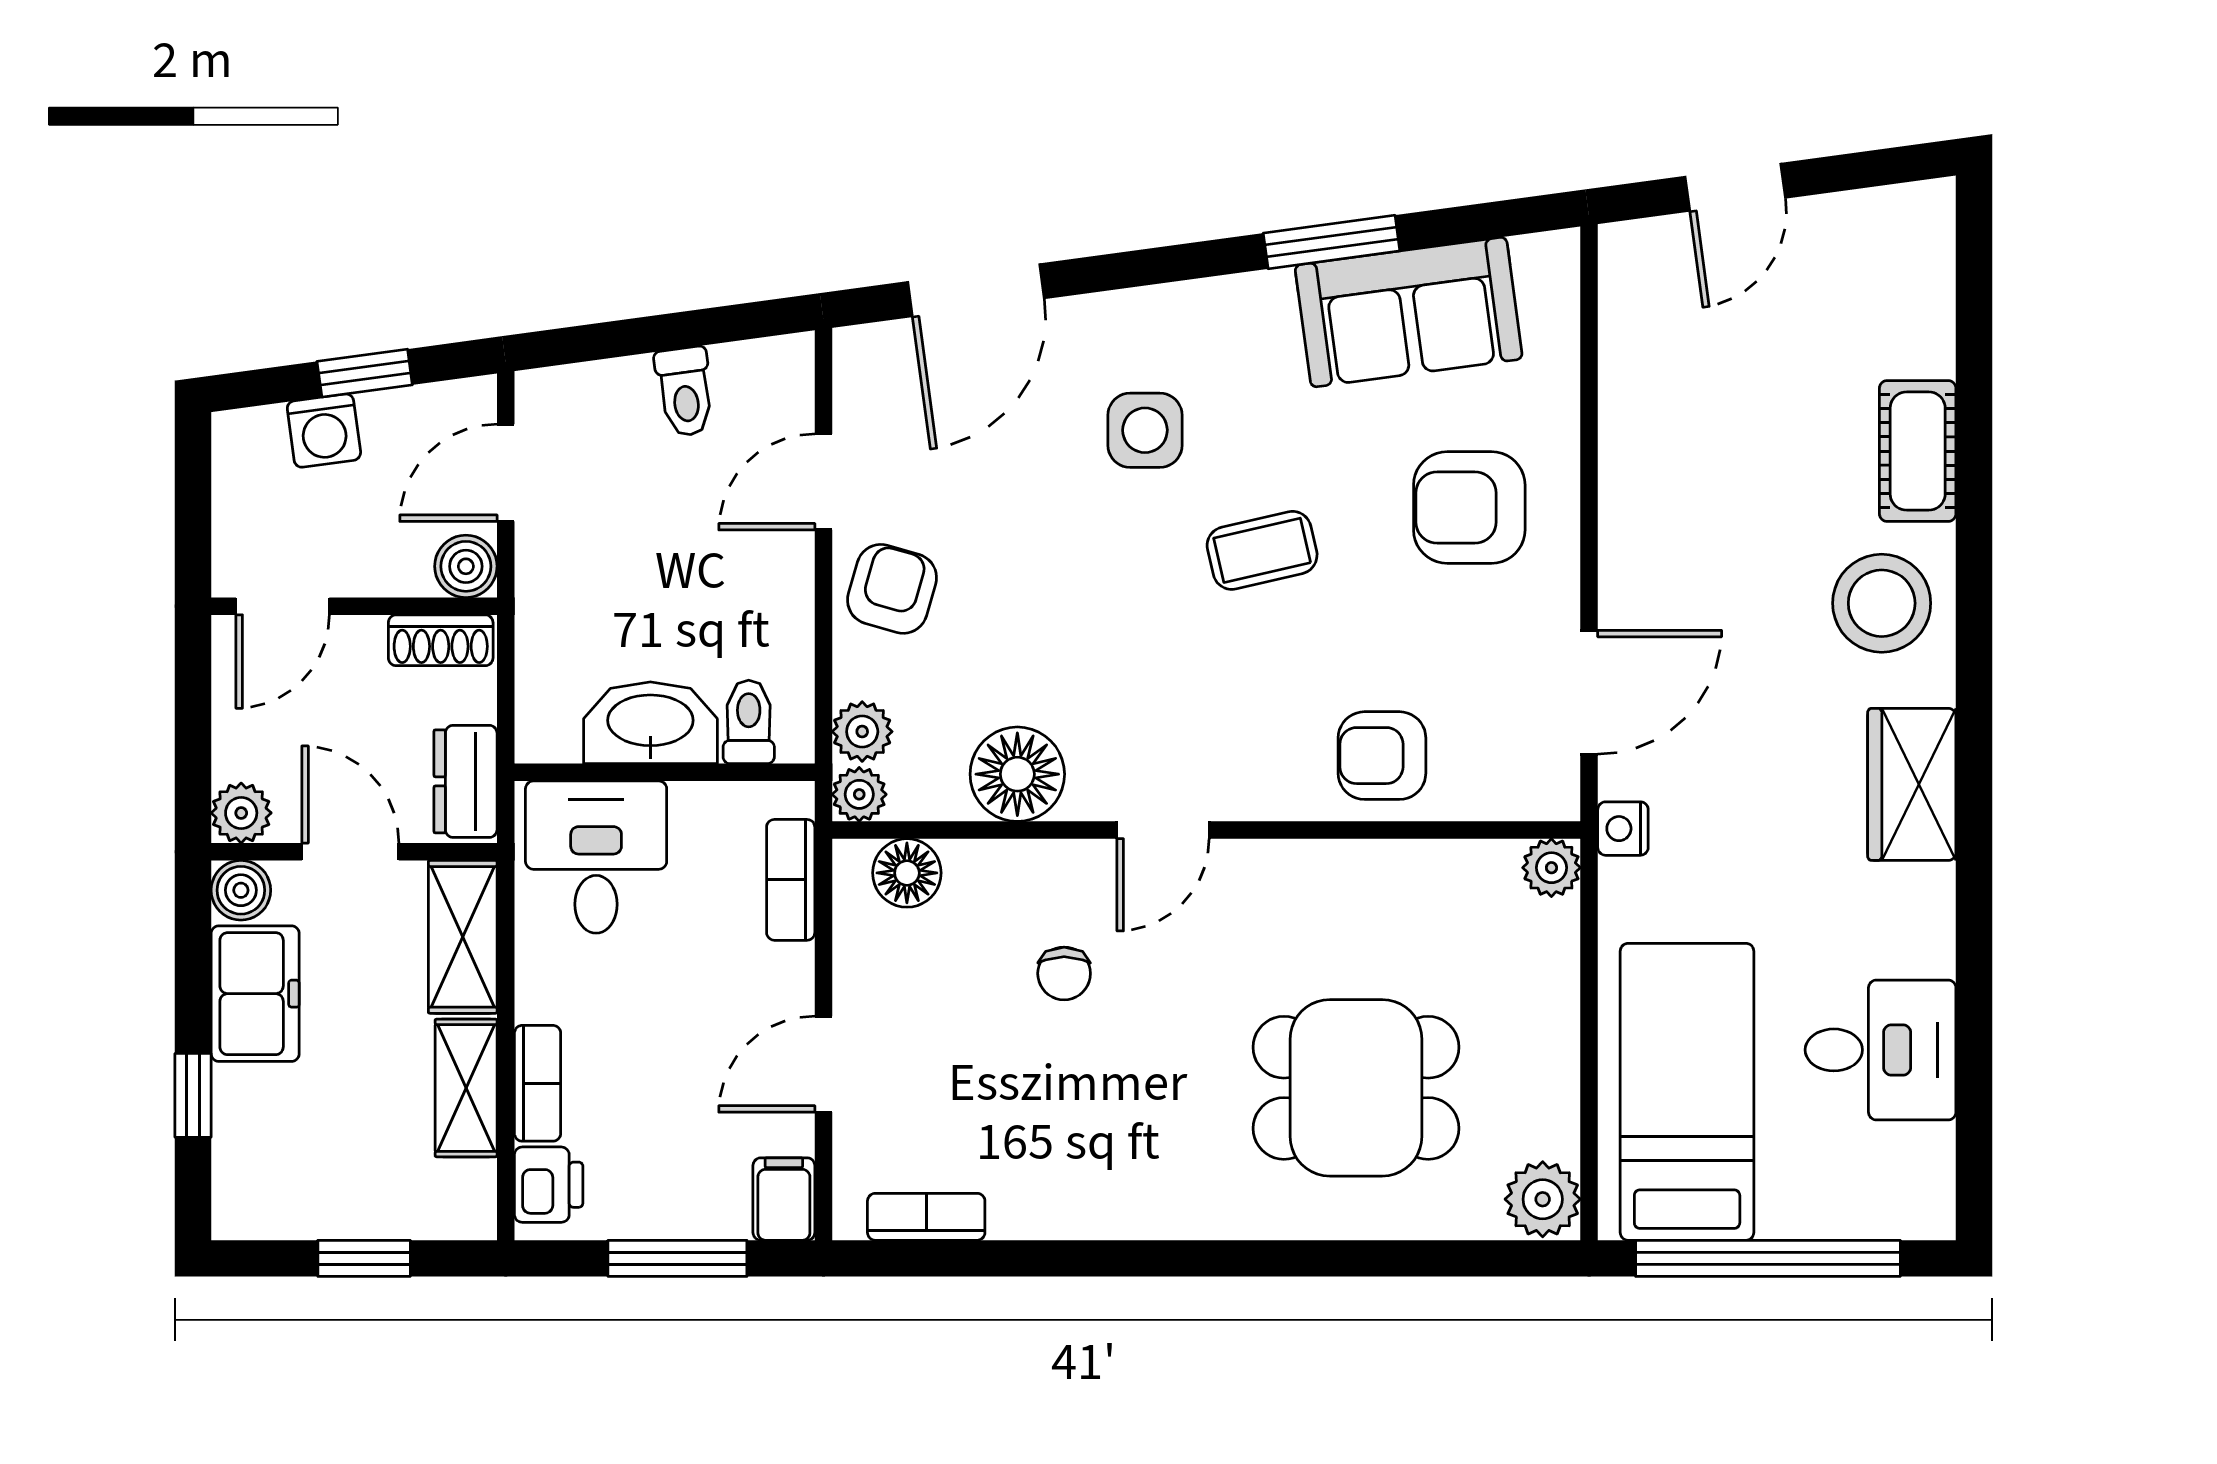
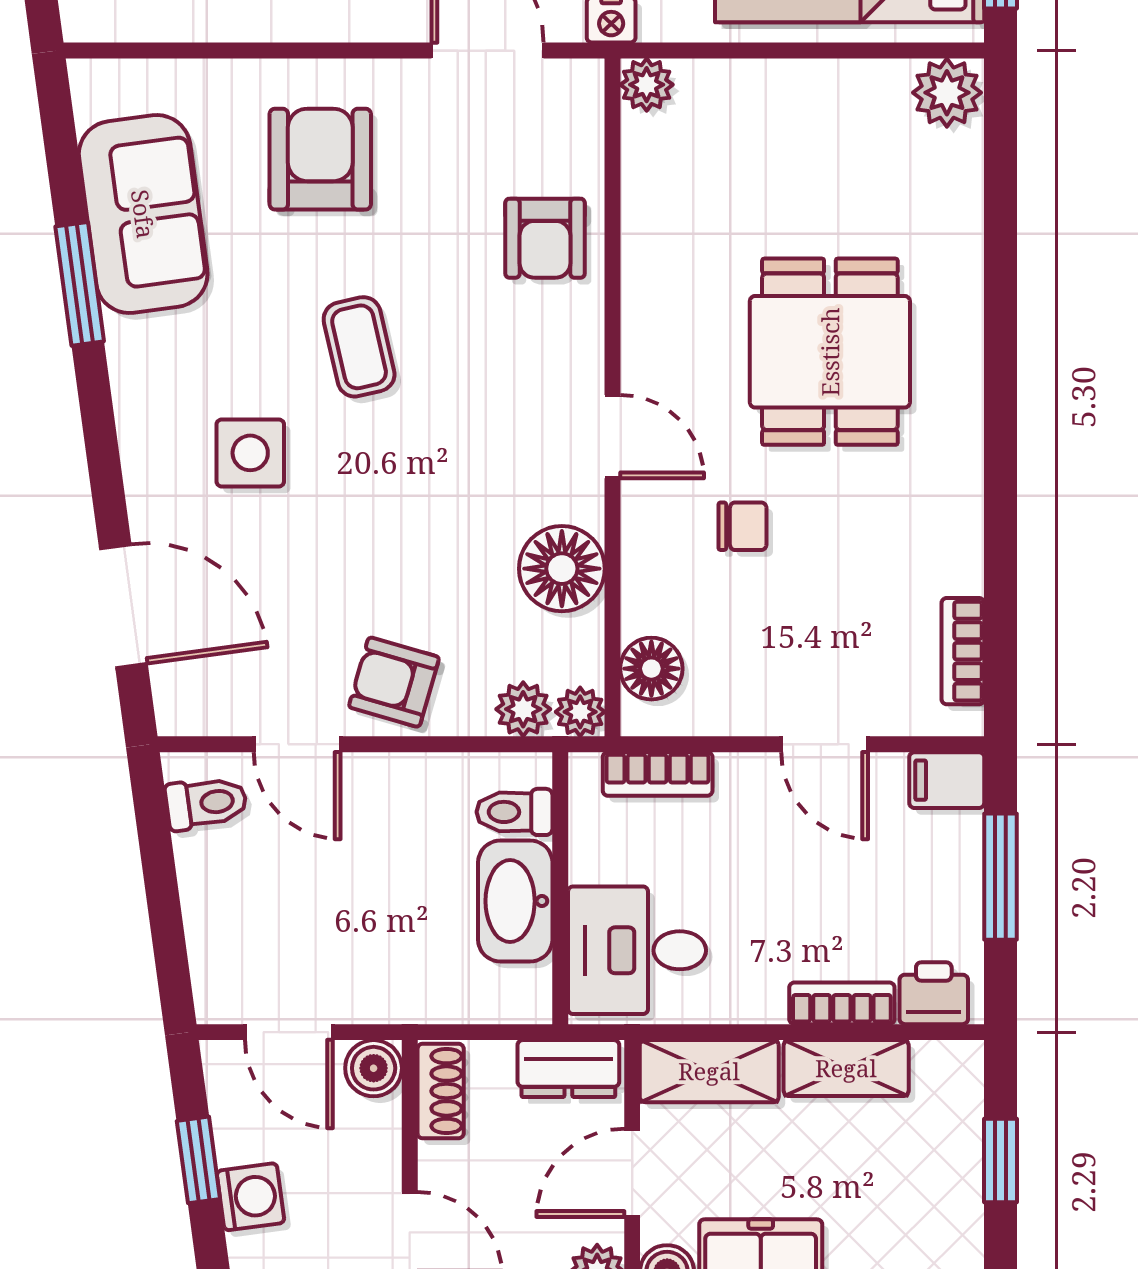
toilet: (685, 392) -> (206, 803), moved
armchair: (1469, 507) -> (320, 159), turned 180
dining table: (1356, 1088) -> (830, 352), moved

